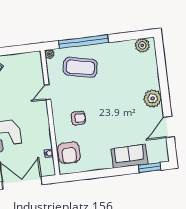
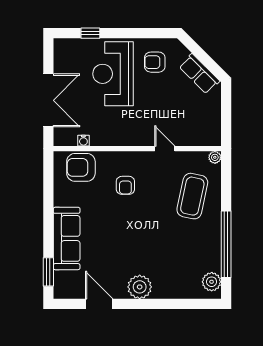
window: (83, 42) -> (226, 244), moved
sofa: (129, 156) -> (67, 238), width x1.36

